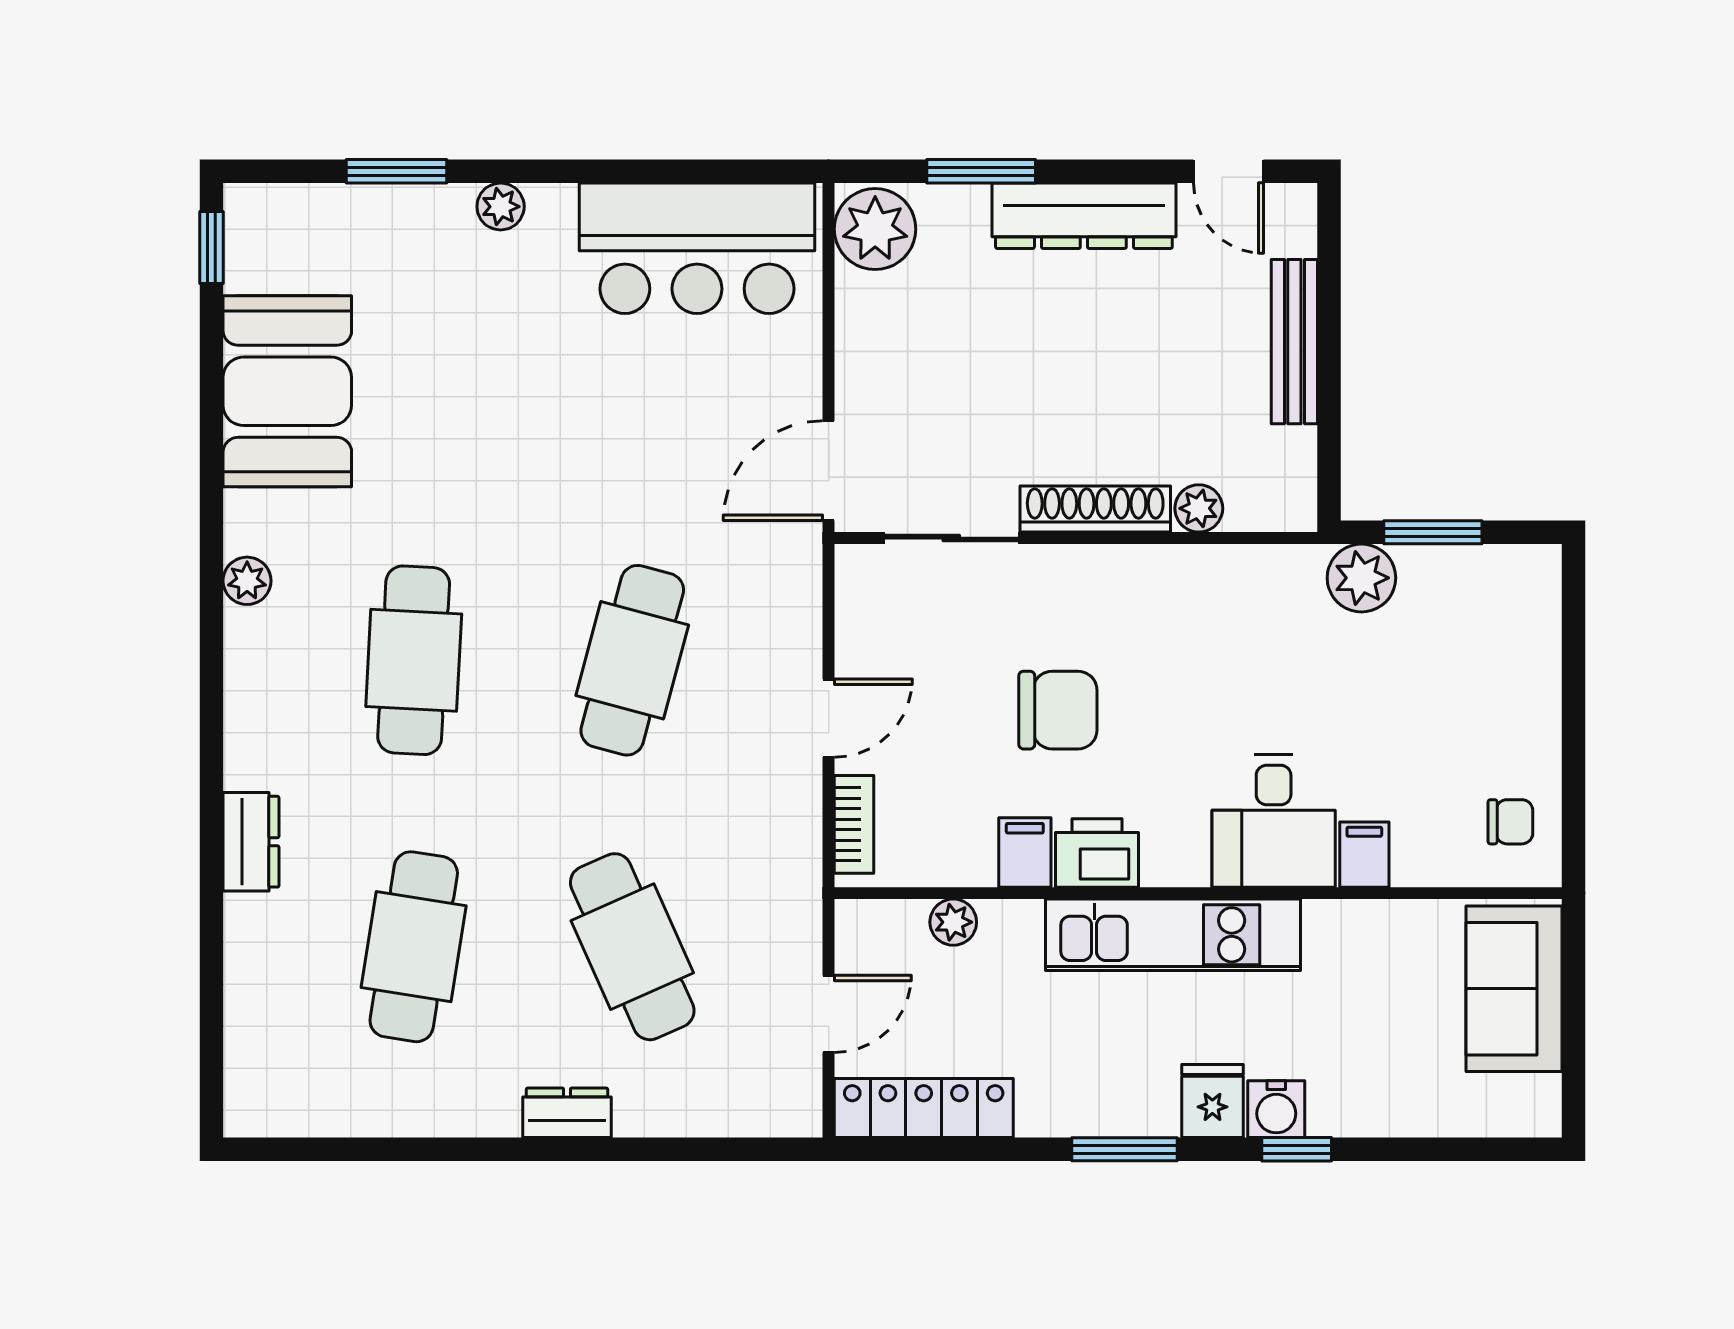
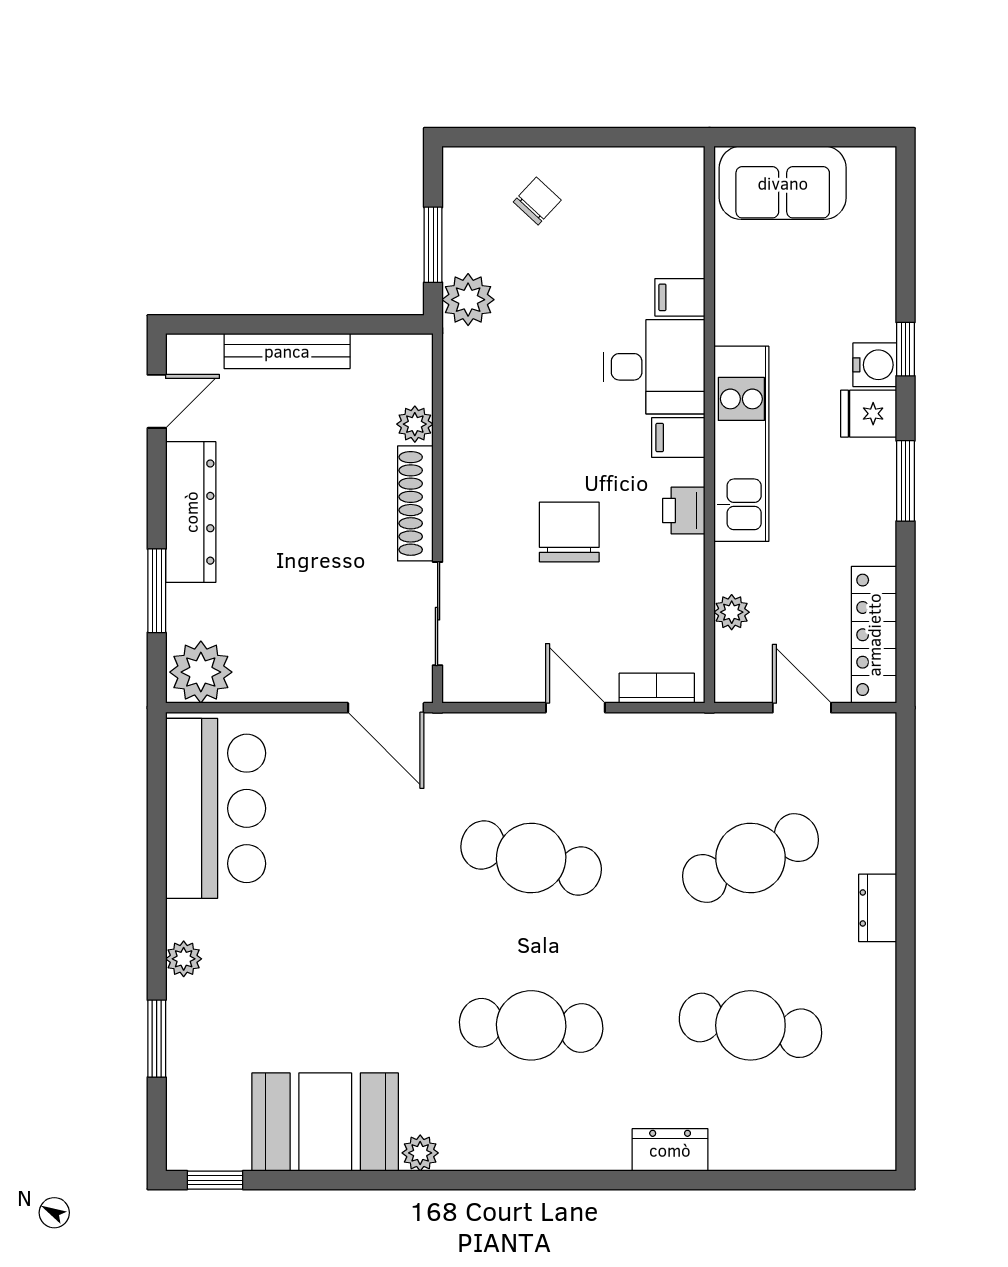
plant: (247, 581) -> (420, 1153), moved
chair: (1510, 822) -> (537, 201), moved, turned 43
filing cabinet: (1025, 852) -> (678, 438), moved
printer: (1097, 853) -> (684, 511), width x0.73, depth x0.81

